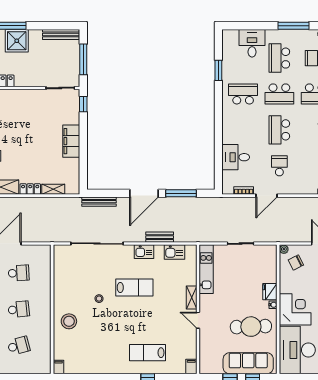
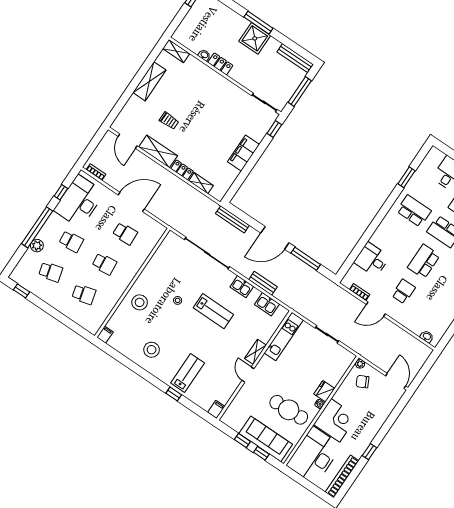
stool: (105, 353) -> (152, 350), added
lab bench: (148, 353) -> (188, 373), turned 90

